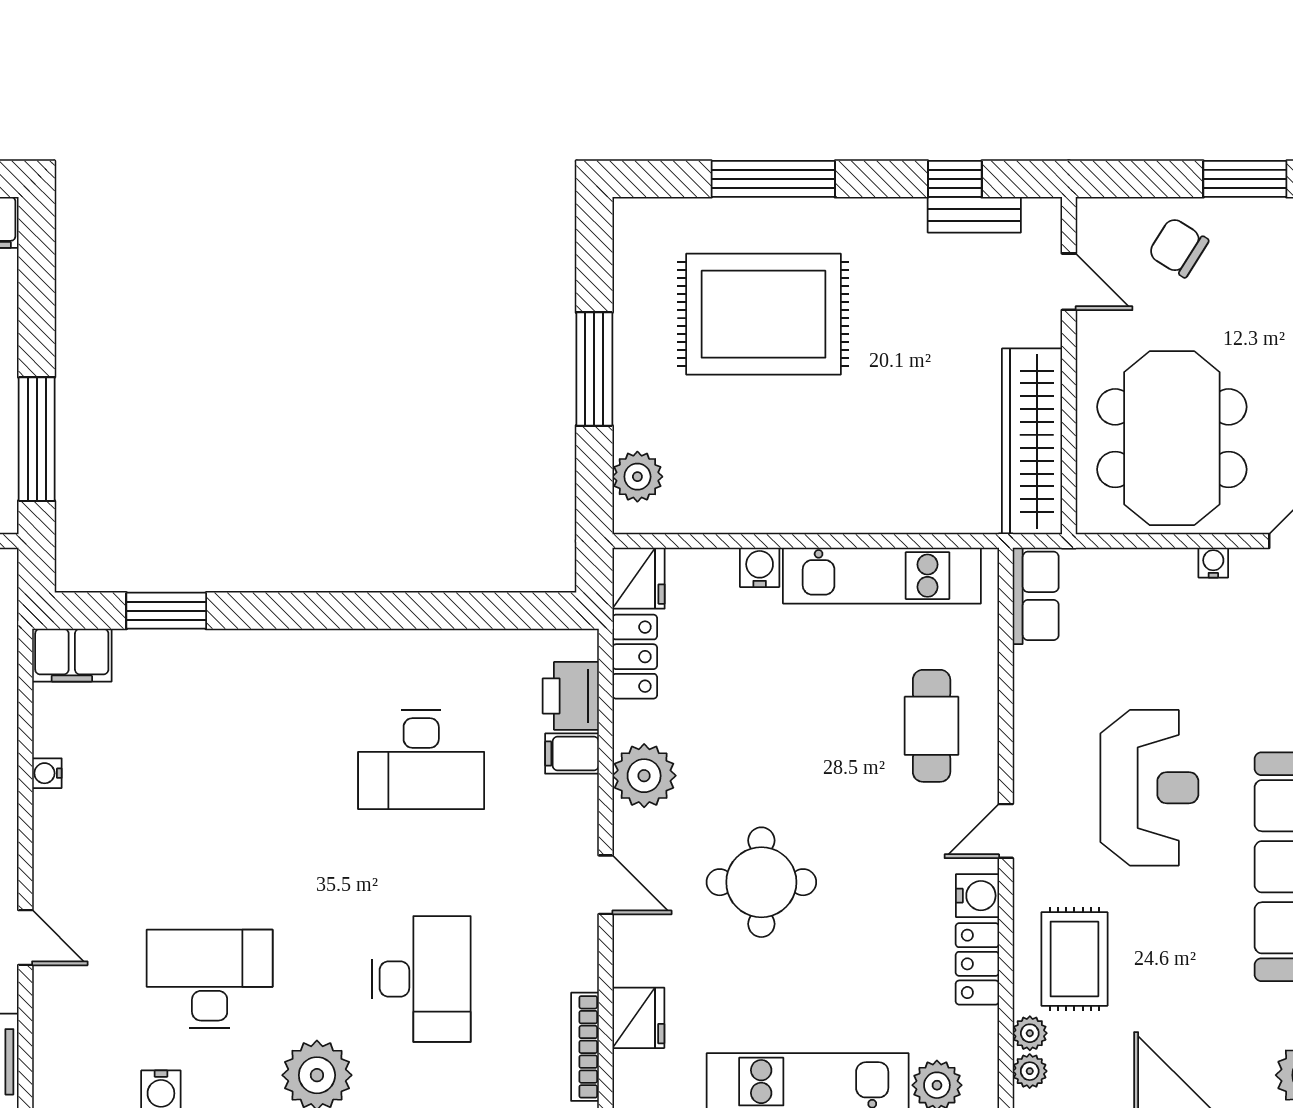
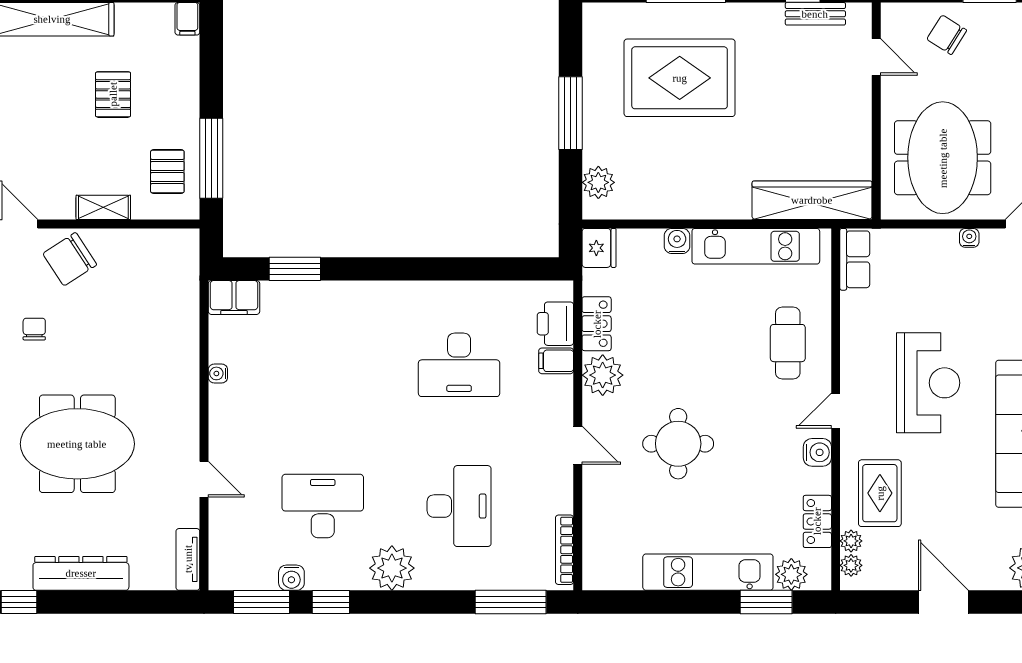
wardrobe: (1032, 441) -> (812, 200), moved, turned 90
locker: (635, 657) -> (597, 324), moved
locker: (977, 964) -> (817, 521), moved
fridge: (638, 1018) -> (599, 531), removed

